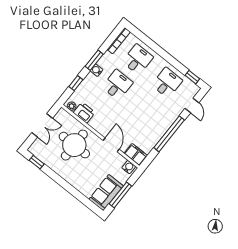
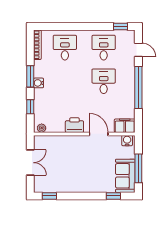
desk: (117, 85) -> (104, 81), moved
printer: (84, 113) -> (74, 125), moved
round table: (74, 145) -> (69, 158), removed
window: (85, 201) -> (113, 196), added

